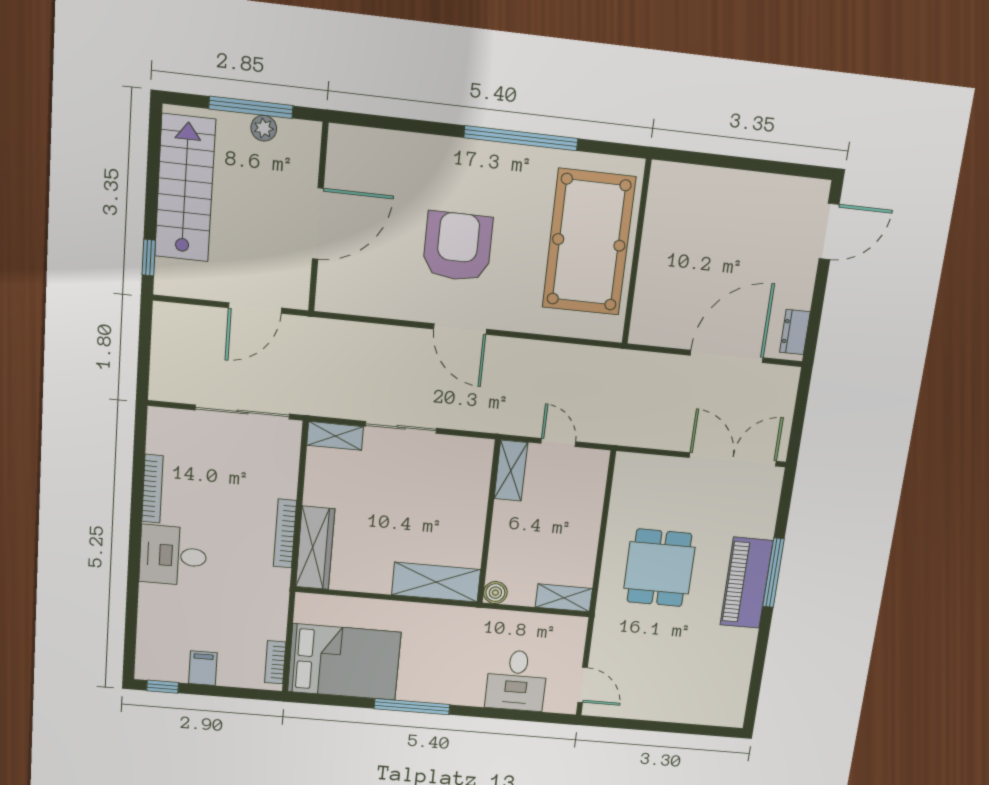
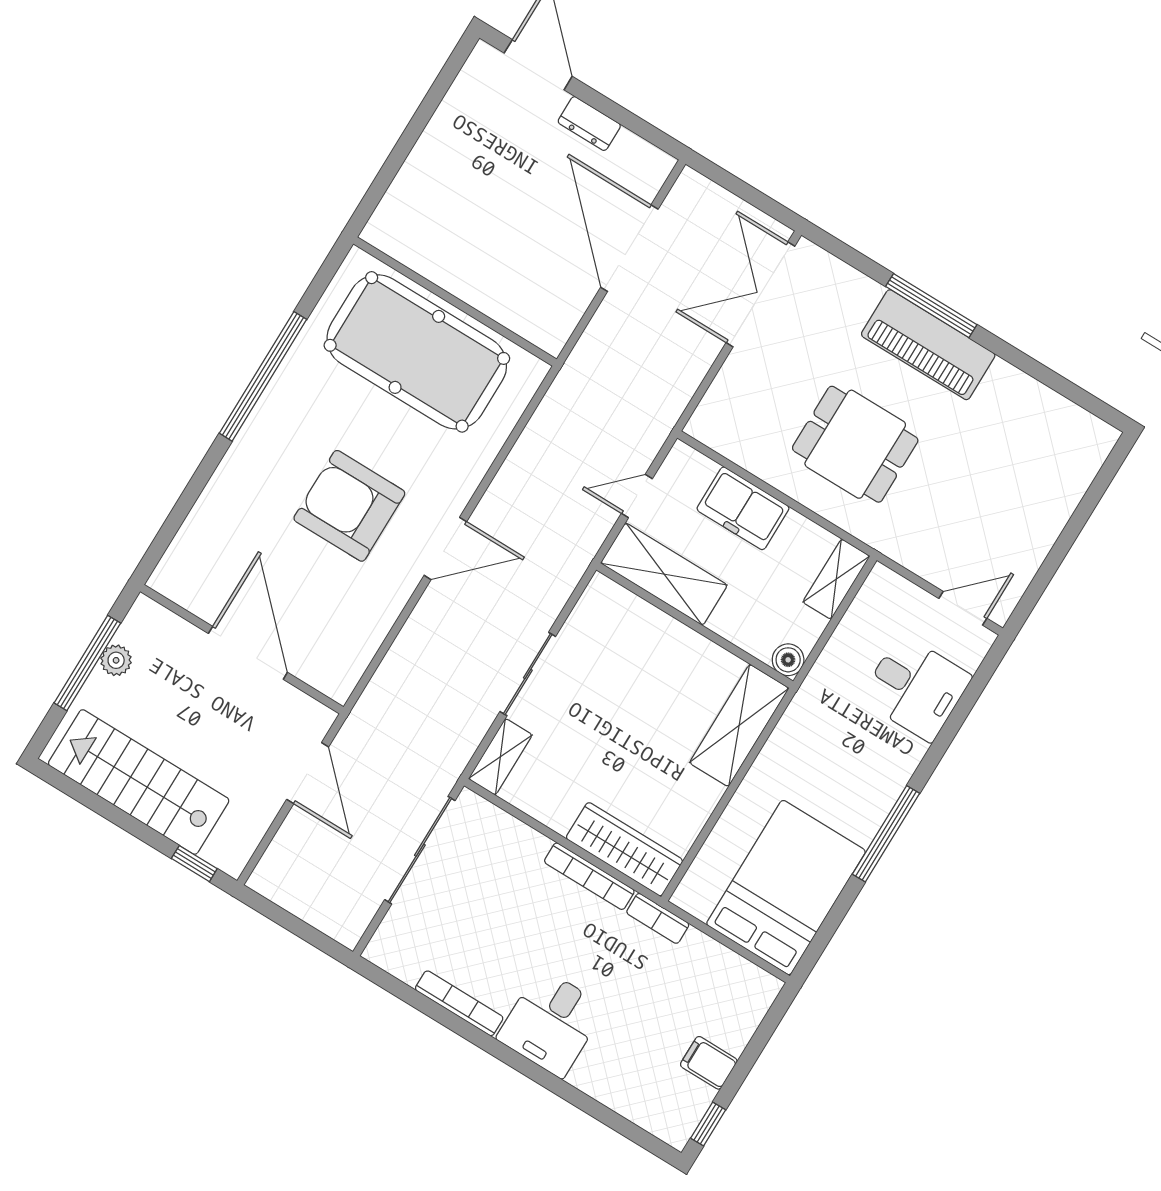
dresser: (795, 332) -> (589, 124), moved
shelving: (511, 471) -> (664, 574), width x1.50, depth x1.33
freezer: (583, 516) -> (743, 508), added
bookcase: (275, 662) -> (658, 918), moved

